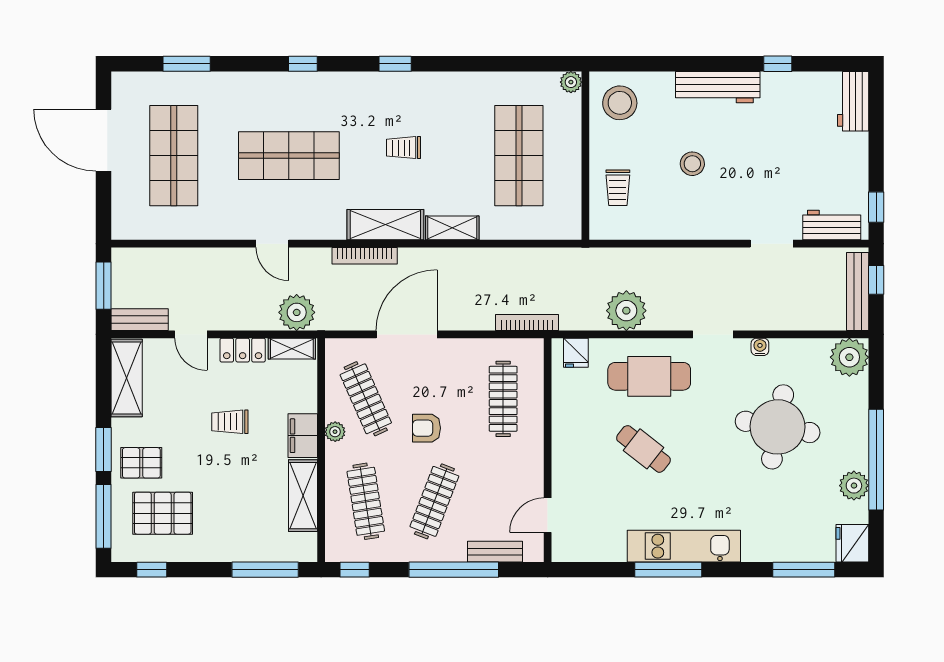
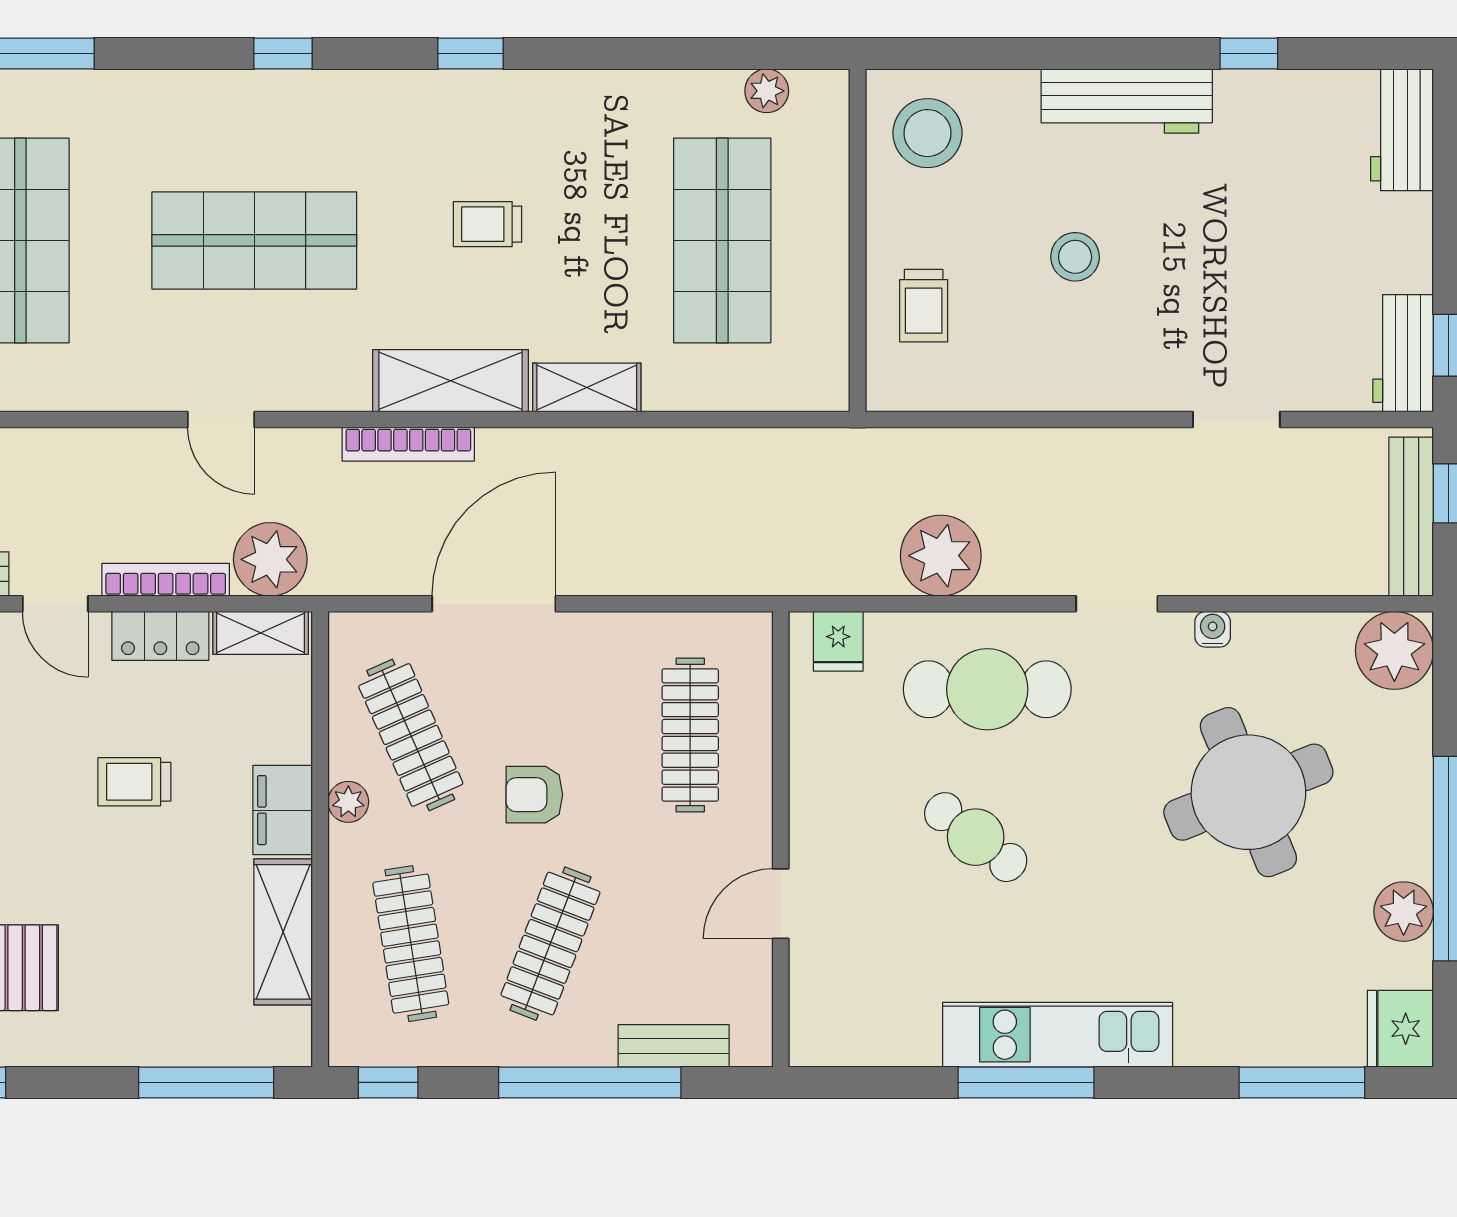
plant: (571, 82) -> (767, 91), moved
workbench: (832, 225) -> (1403, 353), moved, turned -90
bookcase: (527, 322) -> (166, 580), moved
round table: (778, 427) -> (1248, 792), turned -32
door: (548, 515) -> (781, 904), moved

